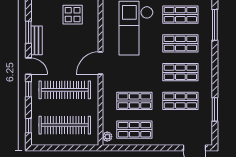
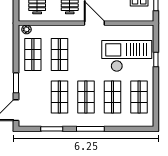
window: (215, 25) -> (90, 129), moved
window: (165, 148) -> (16, 83), added

